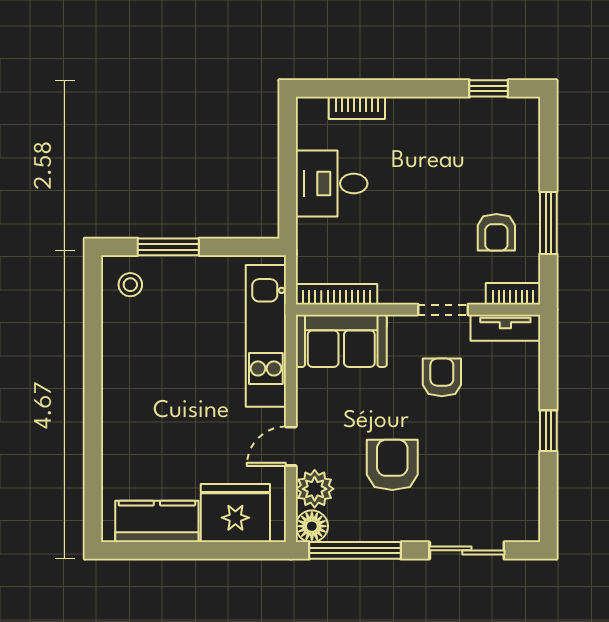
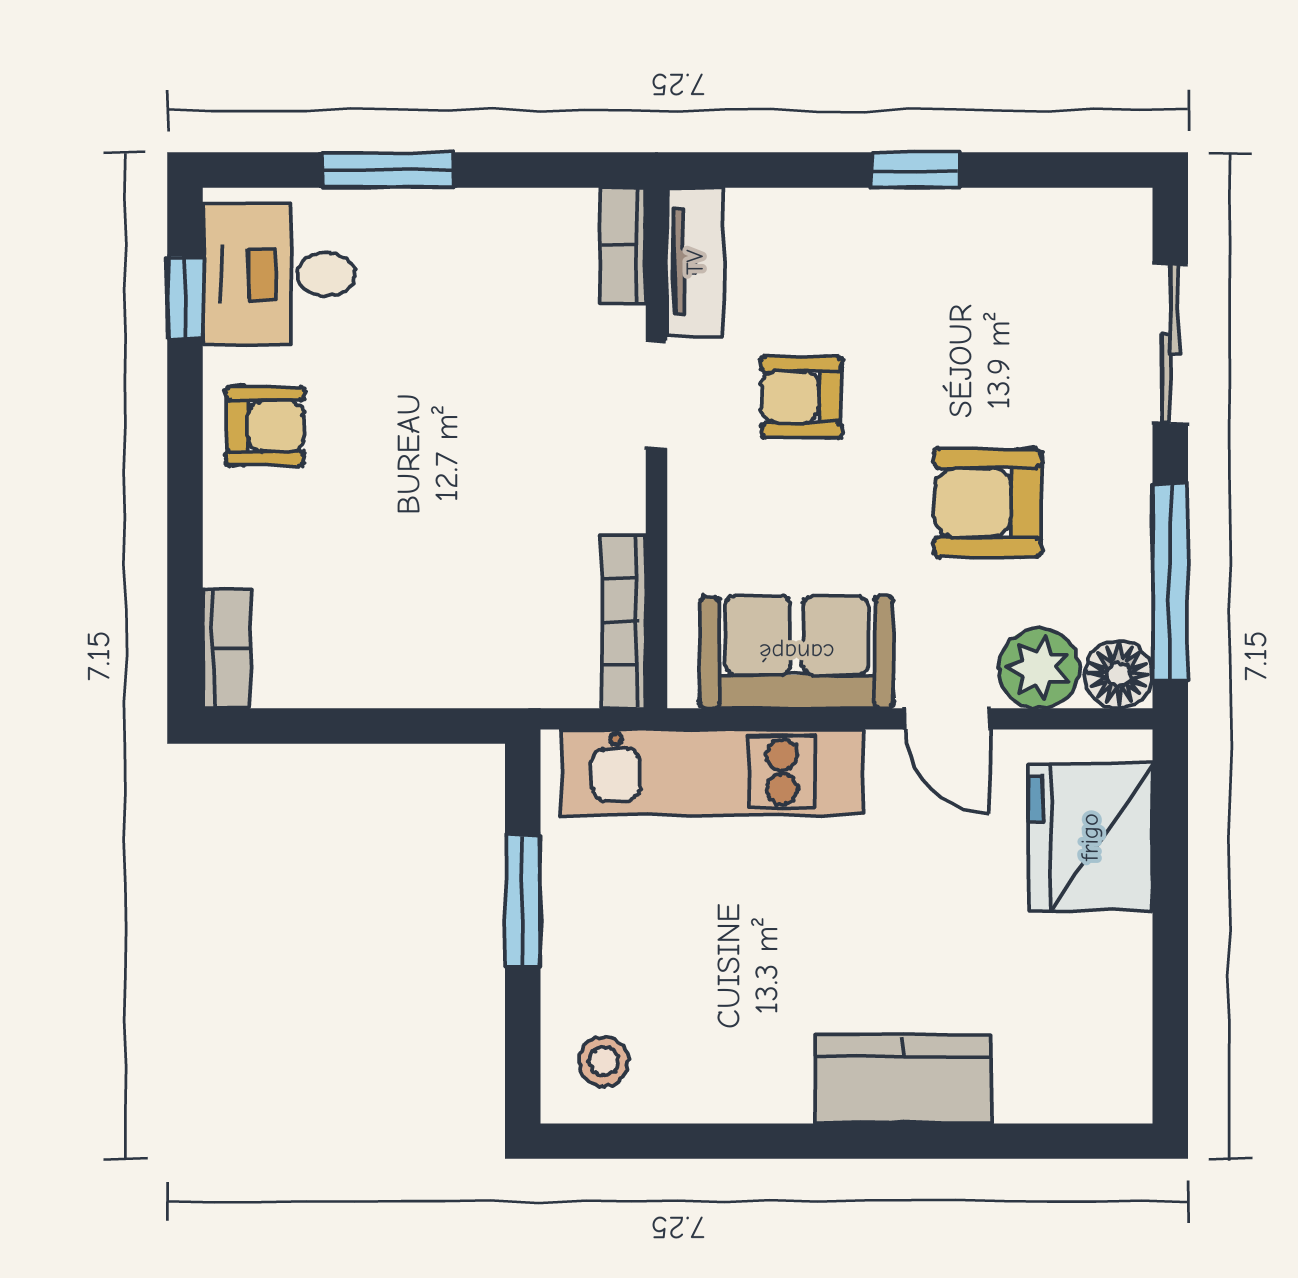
bookcase: (357, 108) -> (226, 649), moved
desk: (332, 184) -> (279, 275), moved, turned 90
window: (548, 223) -> (388, 170), moved
armchair: (496, 232) -> (265, 426), moved
window: (168, 247) -> (523, 900), moved
sofa: (341, 341) -> (797, 652), moved, turned -90
kitchen counter: (157, 521) -> (904, 1079), moved, turned 90

